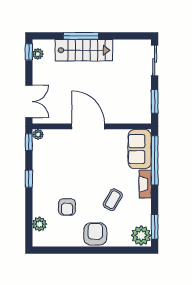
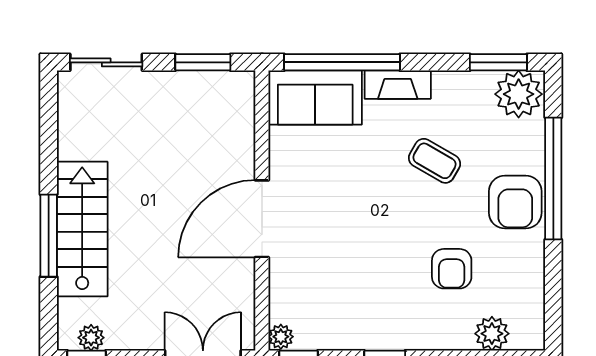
armchair: (67, 207) -> (452, 269), turned 90
armchair: (95, 234) -> (515, 202), turned -90
window: (105, 250) -> (553, 178), added

